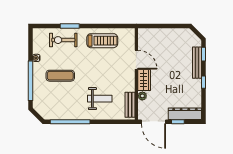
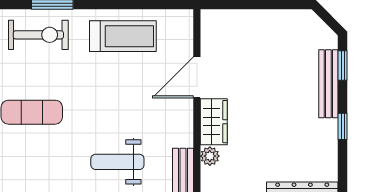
exercise bike: (63, 40) -> (38, 35), turned 180
door: (136, 60) -> (197, 77), swing flipped
weight bench: (100, 99) -> (117, 162), turned 180

